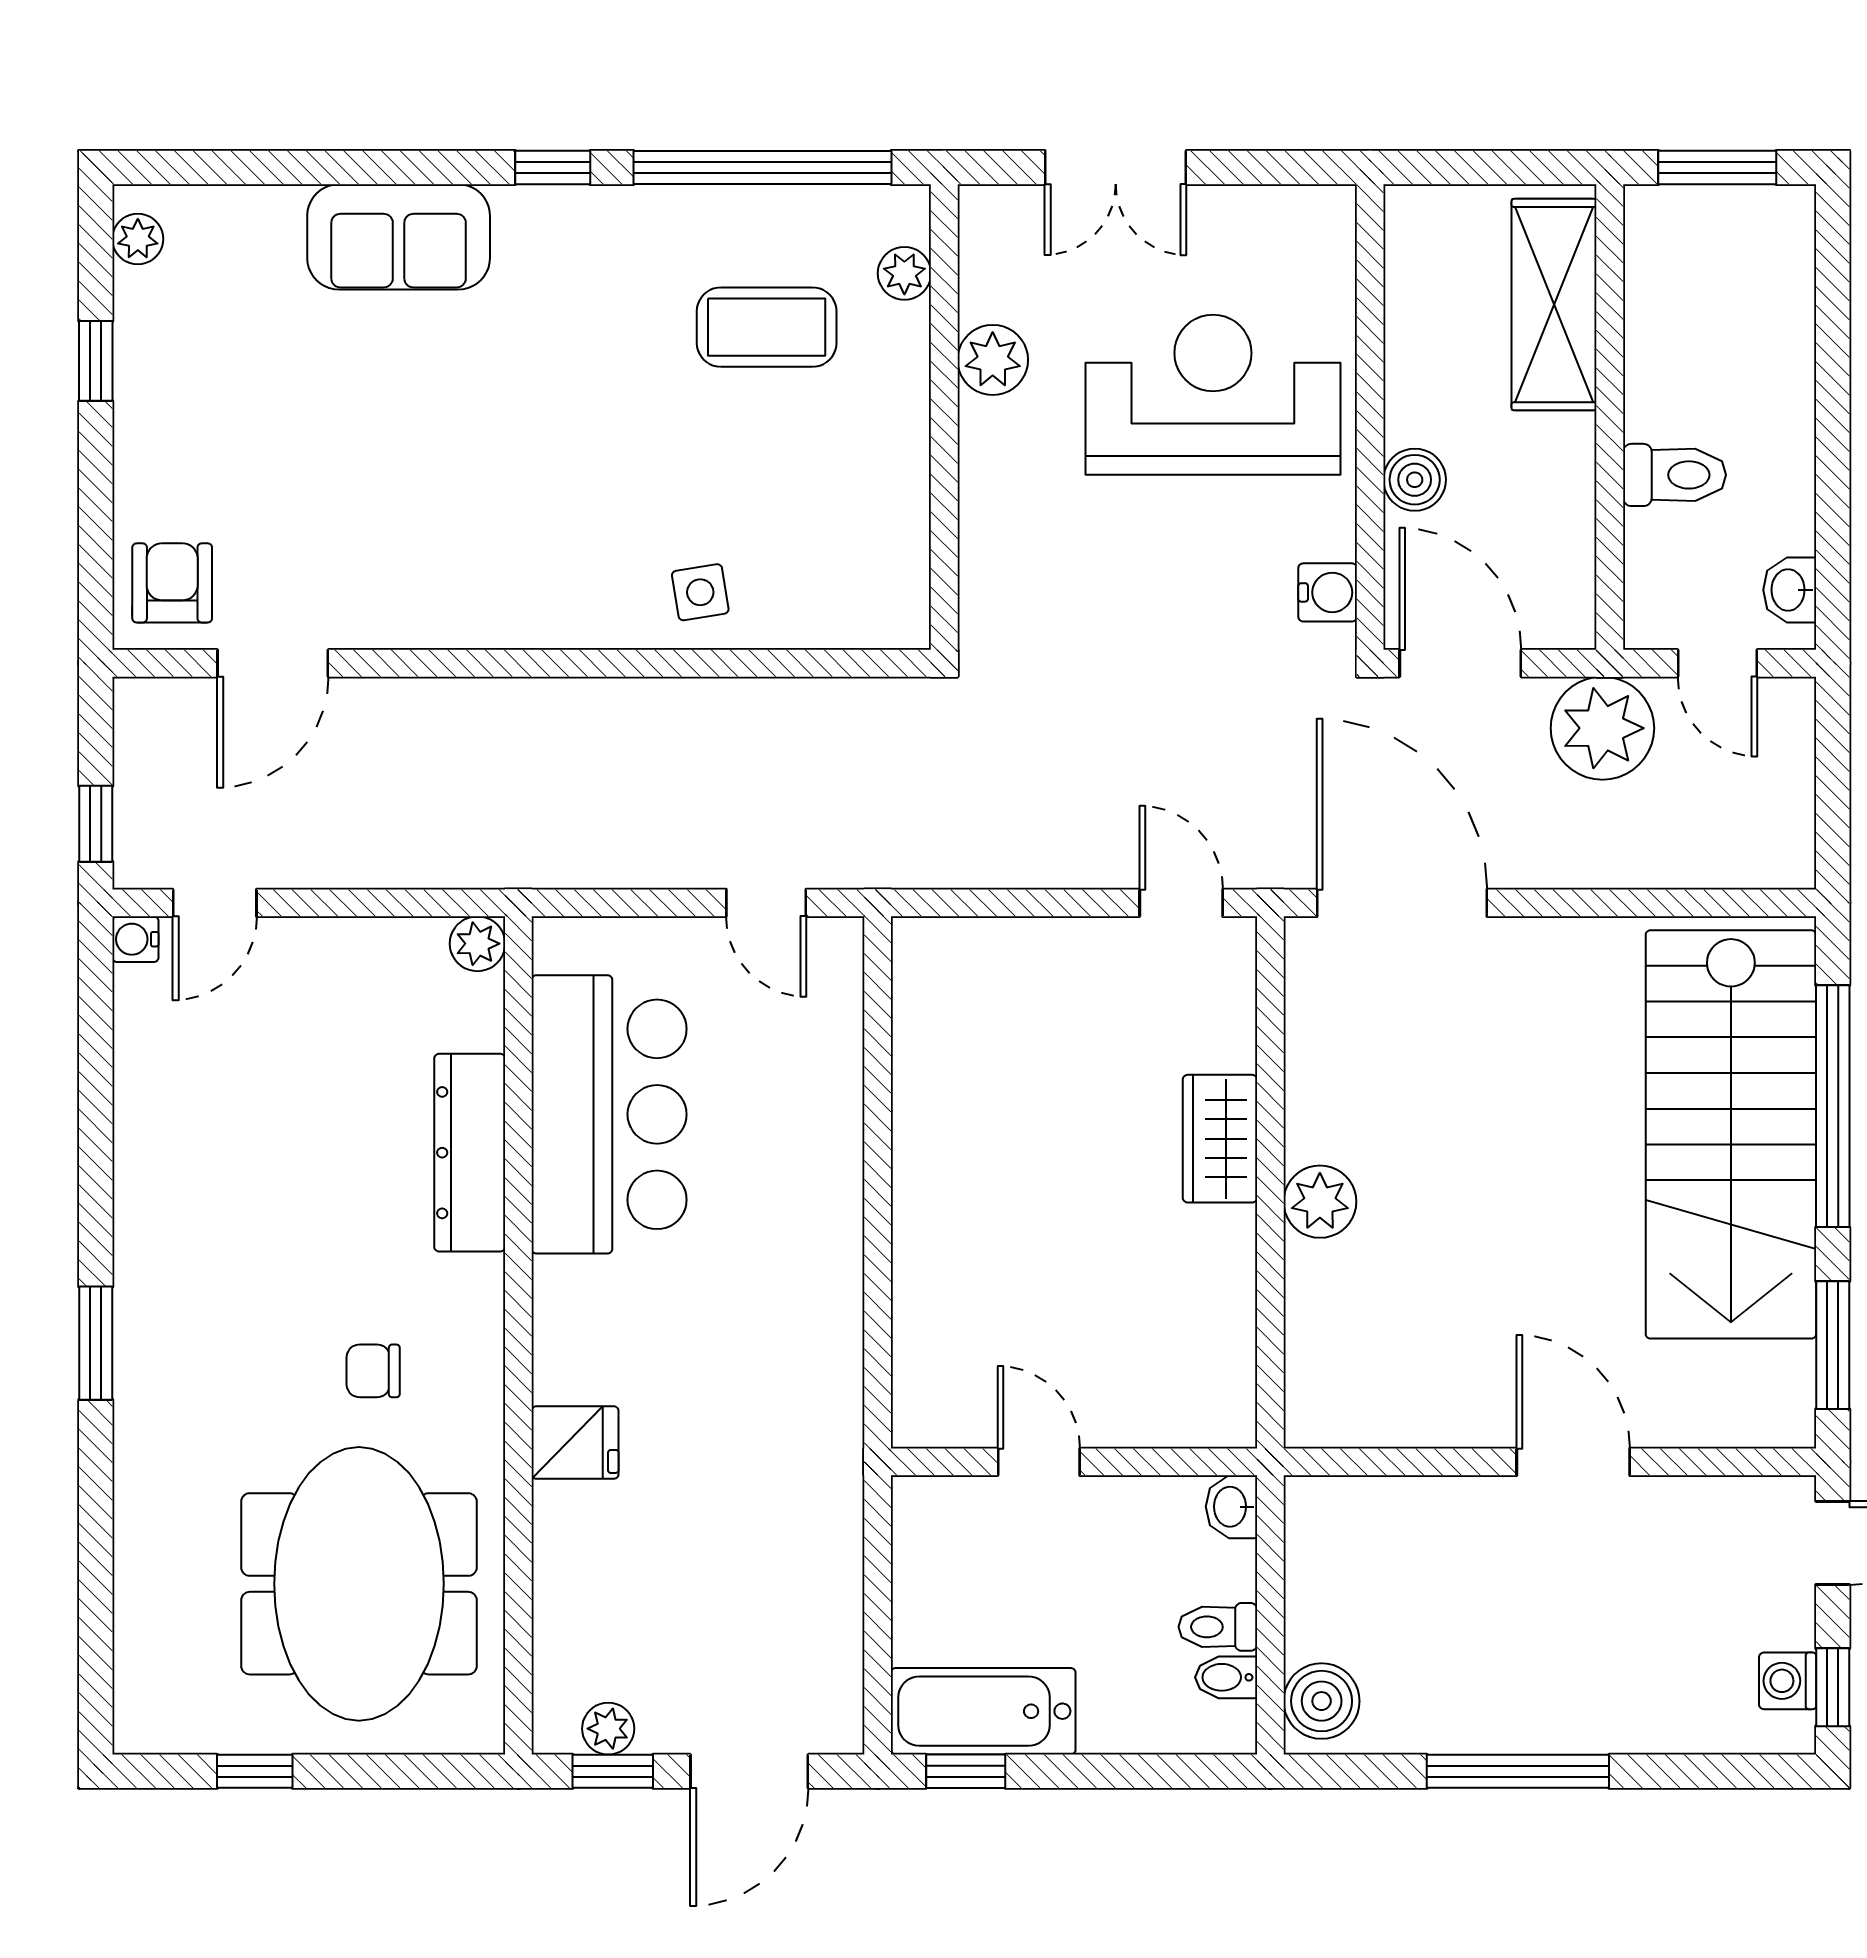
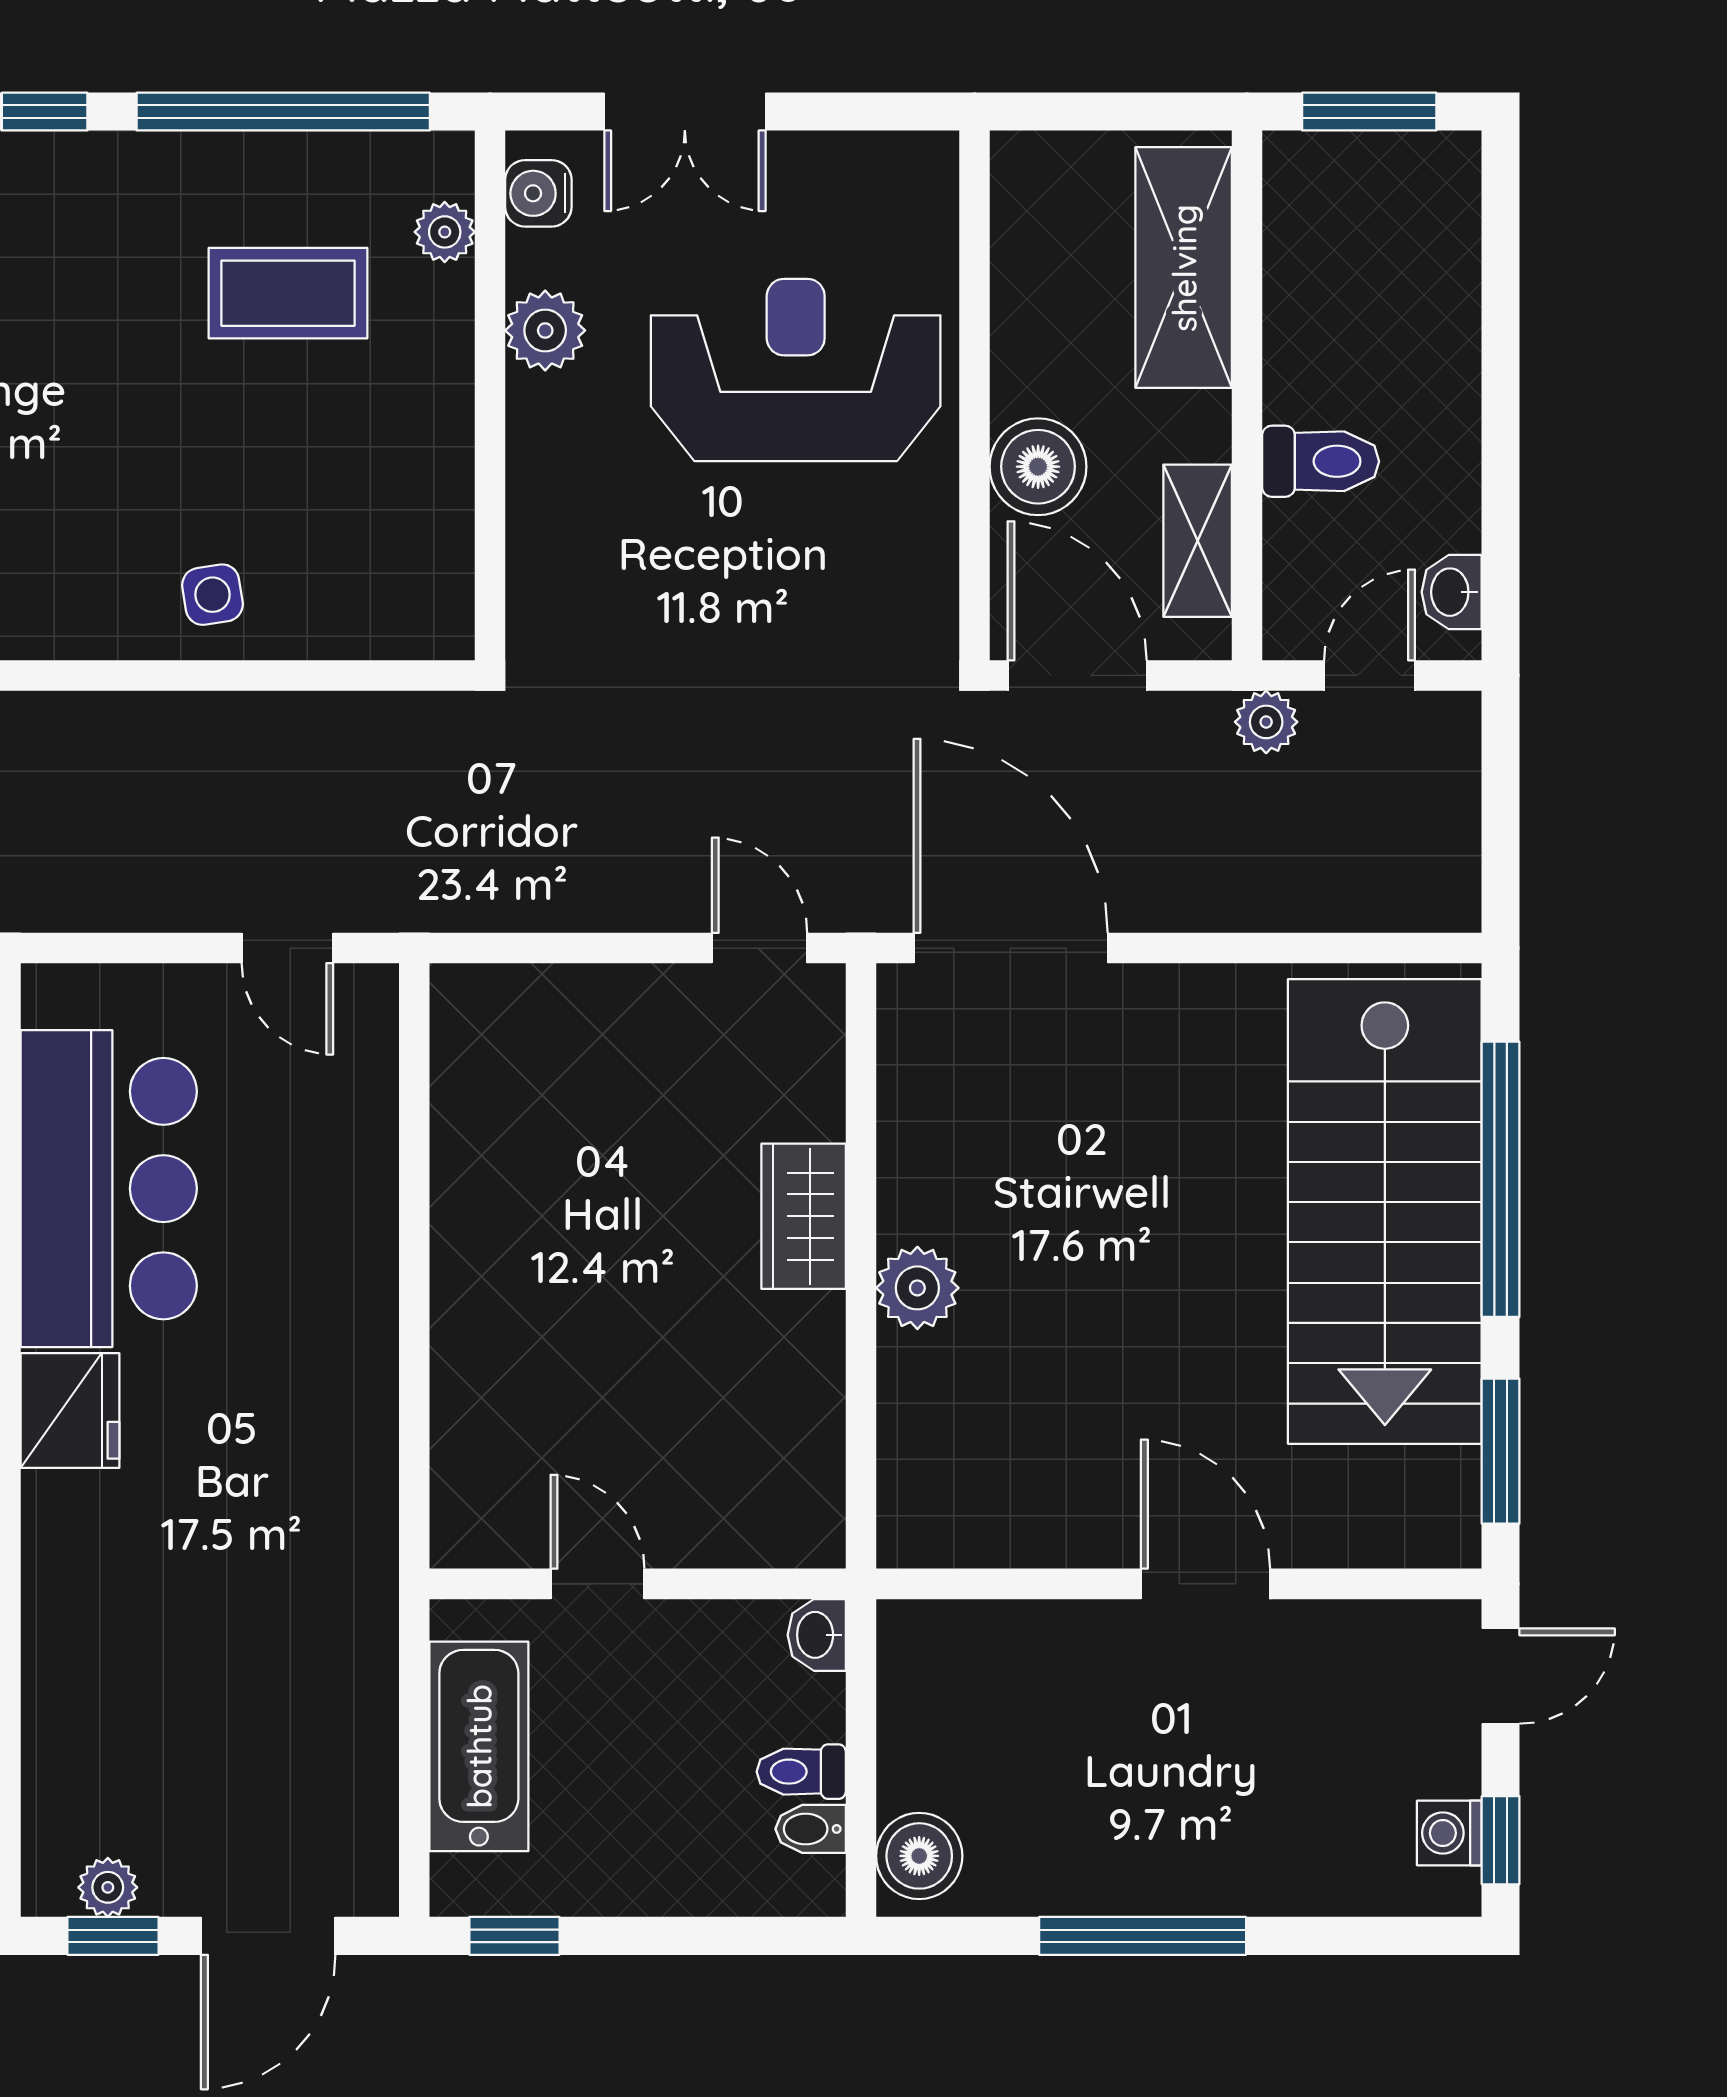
boiler: (1415, 480) -> (1038, 467), width x1.36, depth x1.36
shelving: (1566, 545) -> (1198, 541), added
water cooler: (1328, 592) -> (538, 193), moved, turned 180
door: (1717, 663) -> (1370, 675), swing flipped
plant: (1602, 728) -> (1266, 722), width x0.53, depth x0.53
fridge: (575, 1443) -> (70, 1411), moved, width x1.38
bathtub: (983, 1711) -> (479, 1746), moved, turned 90

